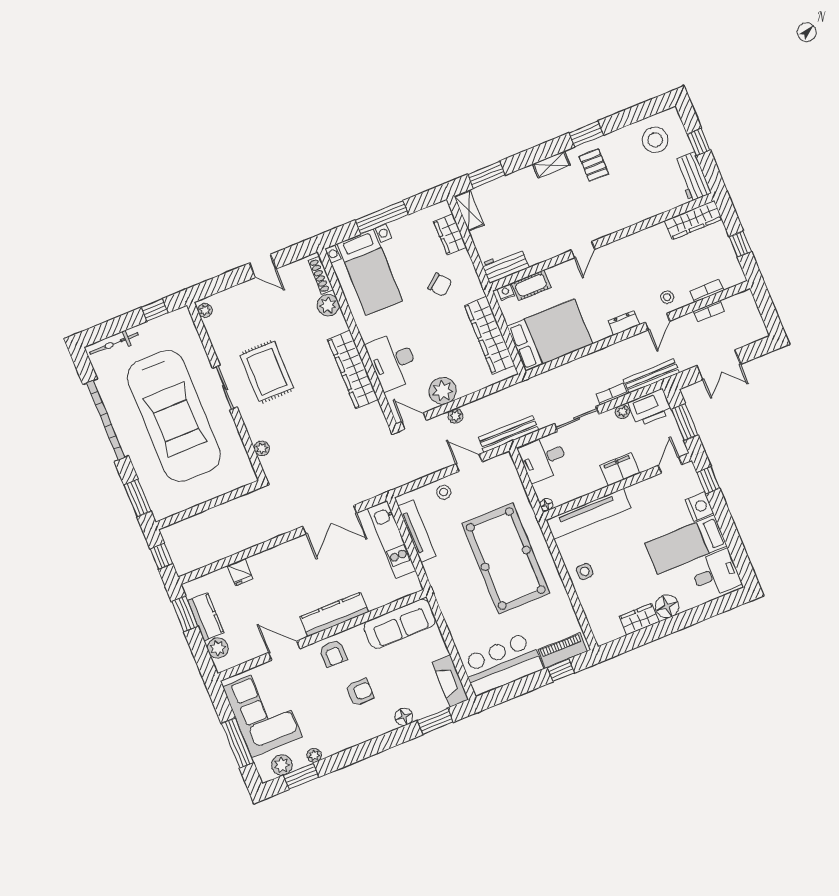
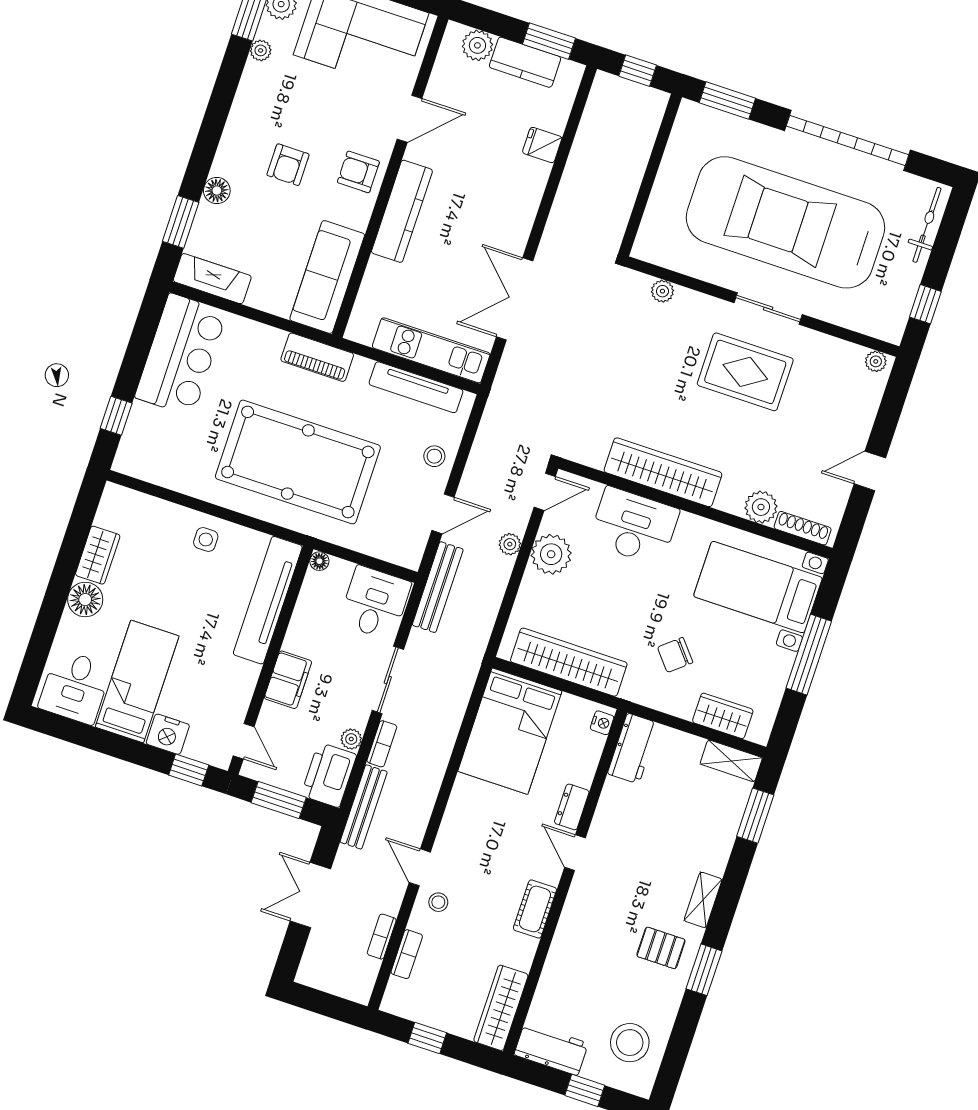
cot: (531, 285) -> (535, 909), moved
dresser: (624, 323) -> (572, 807), moved, turned 180
piano: (563, 651) -> (317, 357), moved, turned 90

